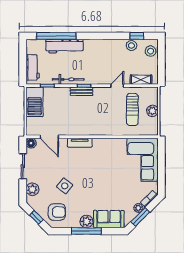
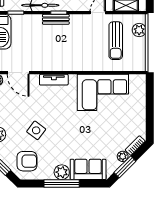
plant: (152, 111) -> (139, 30), moved
corner sofa: (143, 160) -> (103, 92), moved, turned -90

